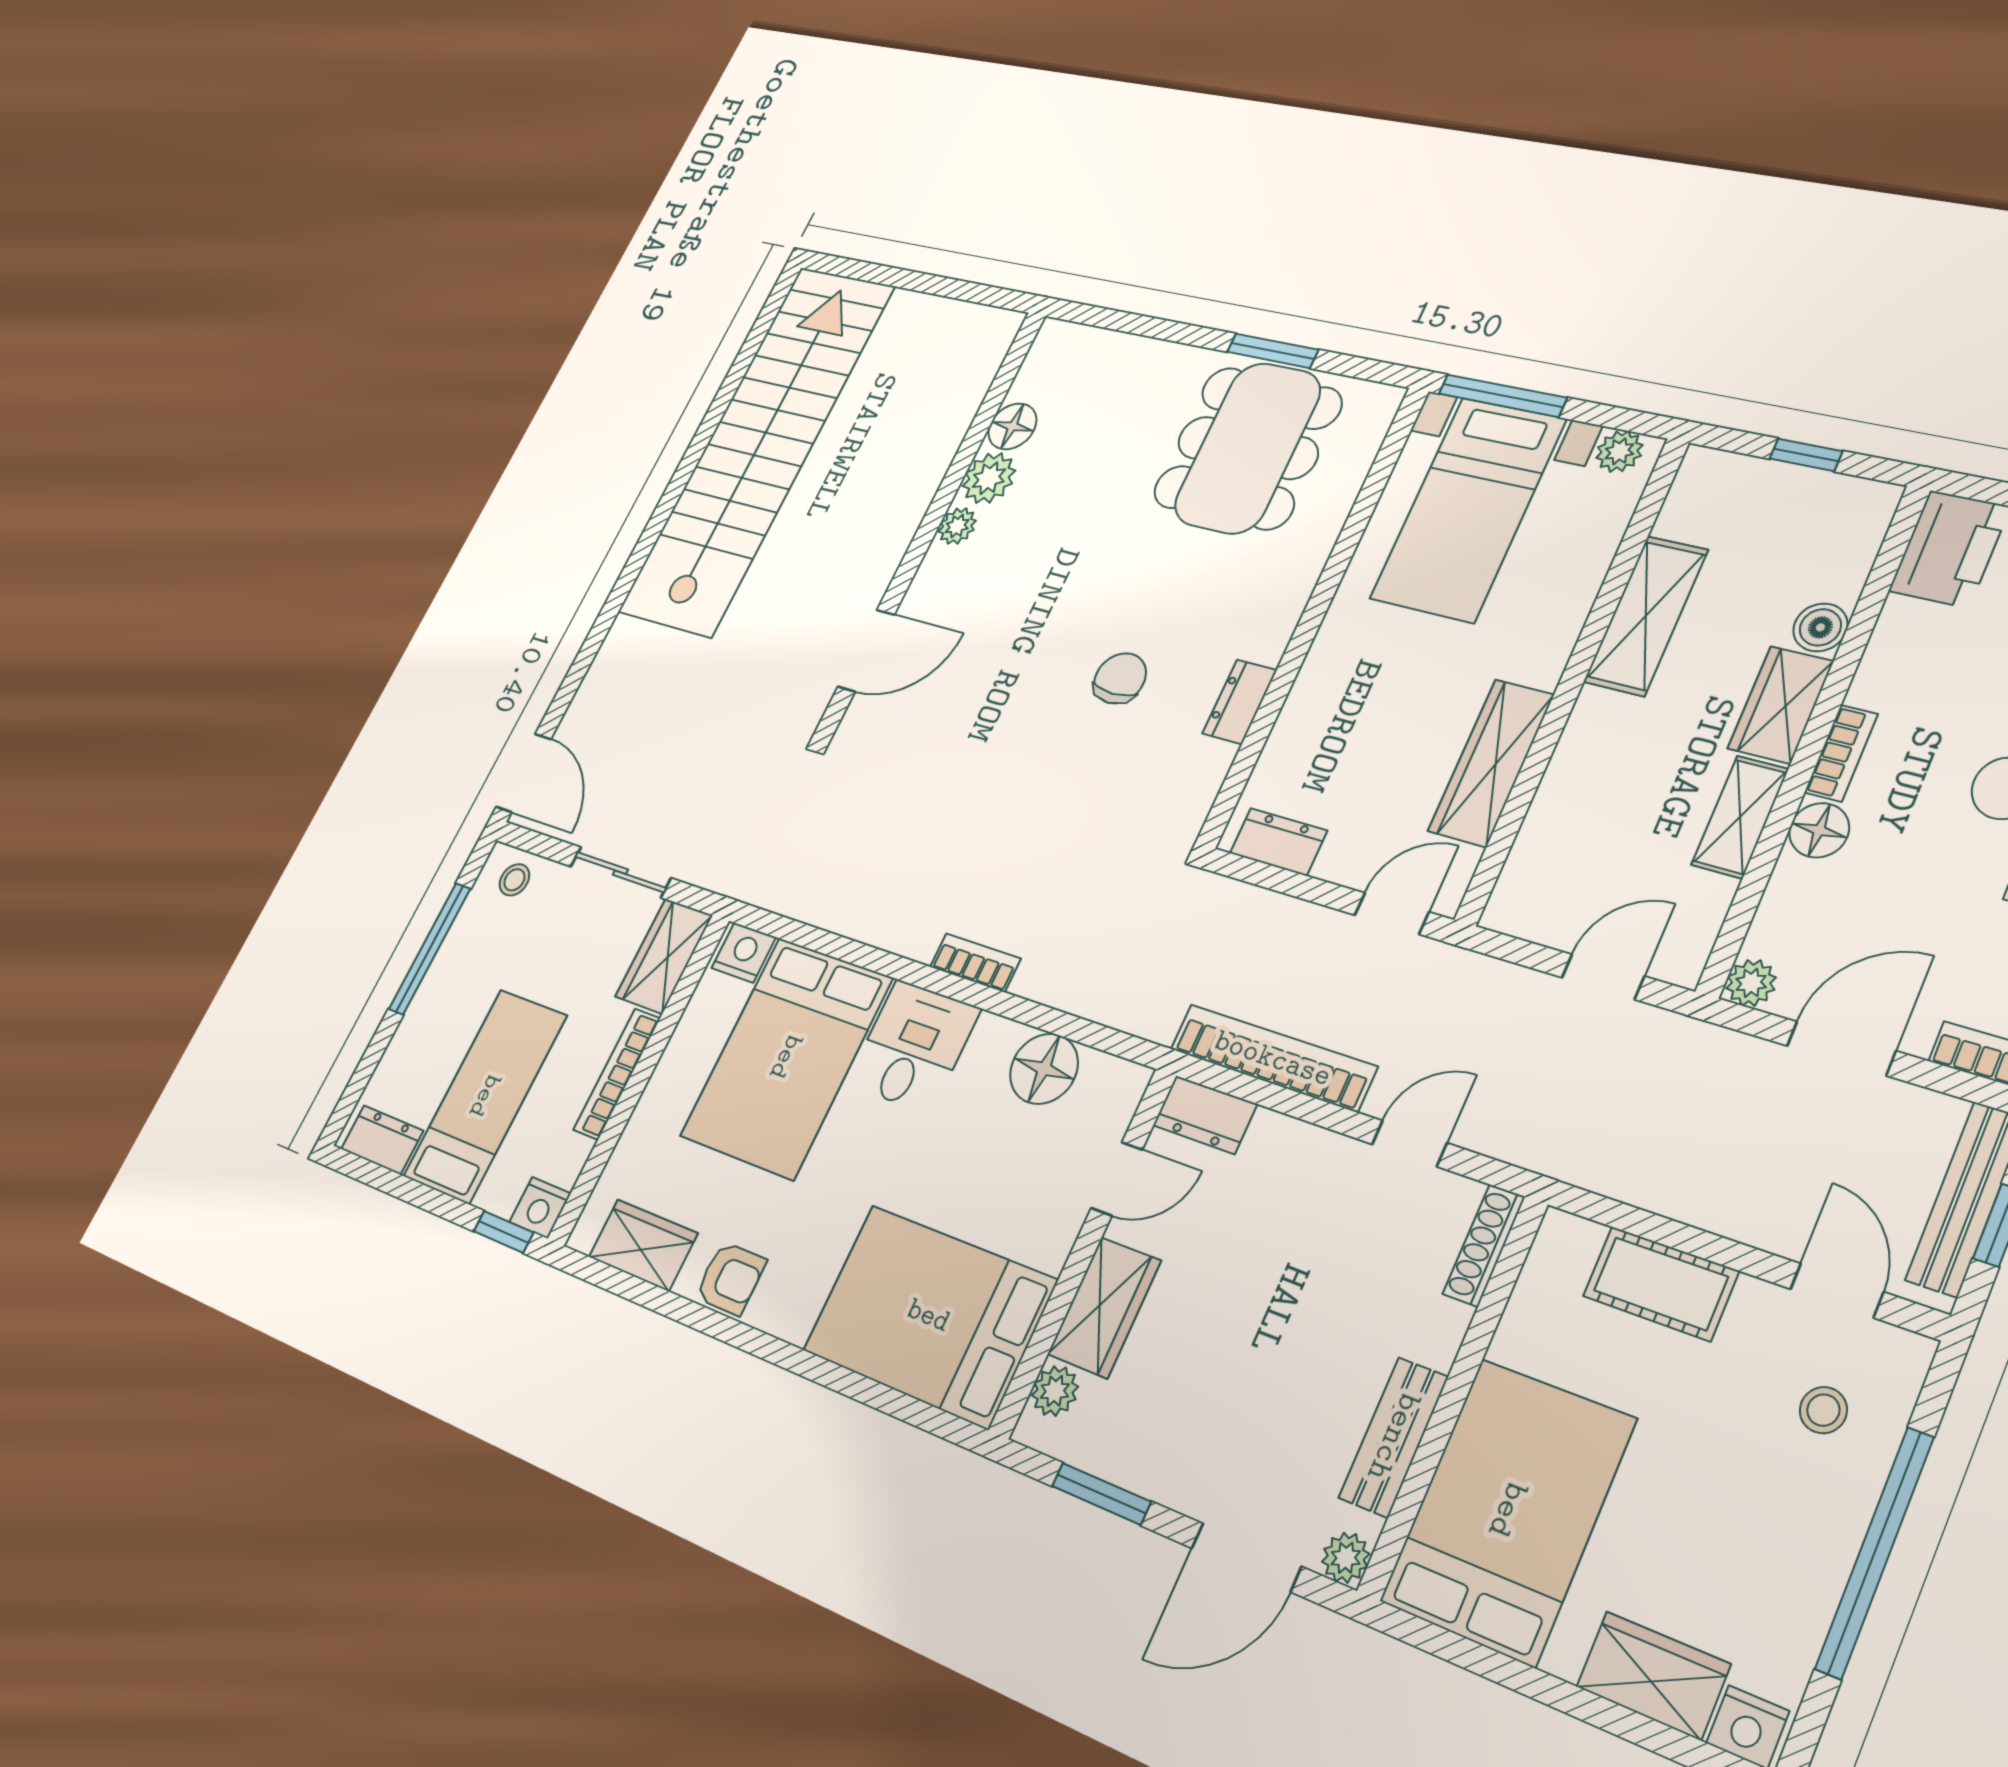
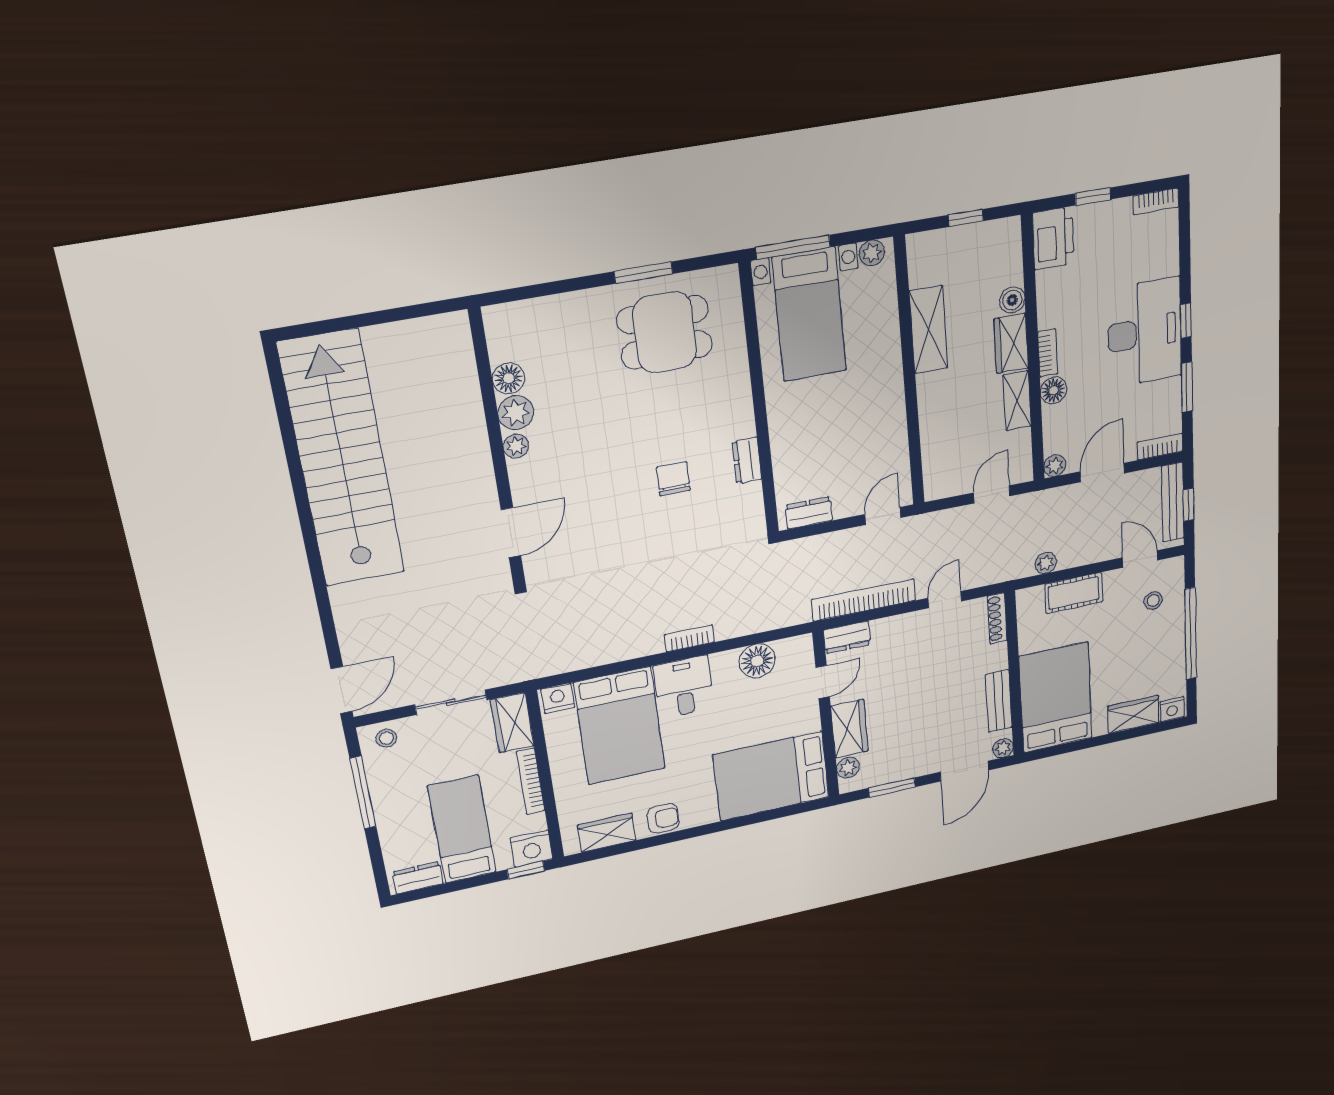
dining table: (1248, 448) -> (665, 332), width x0.73
wardrobe: (1491, 763) -> (891, 430), removed
door: (523, 773) -> (342, 690), hinge flipped
plant: (1636, 1181) -> (1046, 563), added
nightstand: (540, 1208) -> (532, 848), width x1.36, depth x1.33

